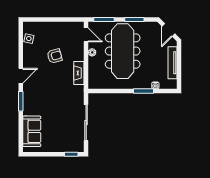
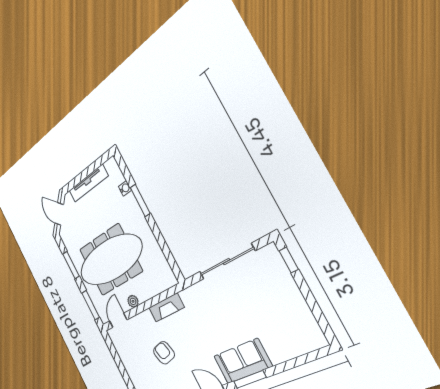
door: (168, 30) -> (59, 214), swing flipped
sofa: (32, 131) -> (243, 361), moved

